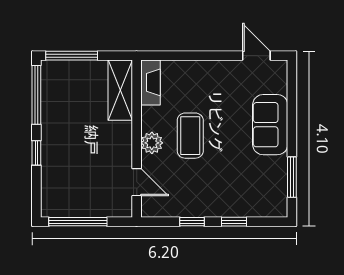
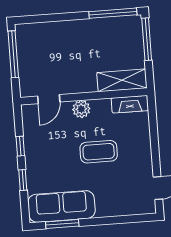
sofa: (270, 125) -> (61, 206), moved, width x1.36
coffee table: (190, 136) -> (99, 152), moved
window: (36, 153) -> (66, 17), removed

